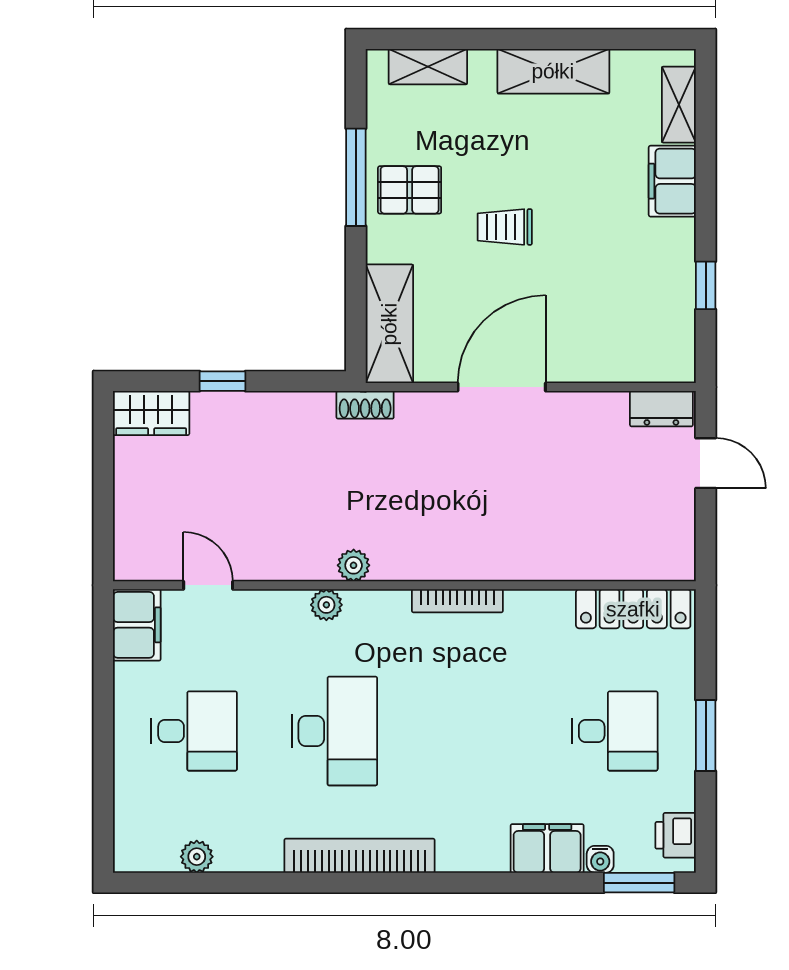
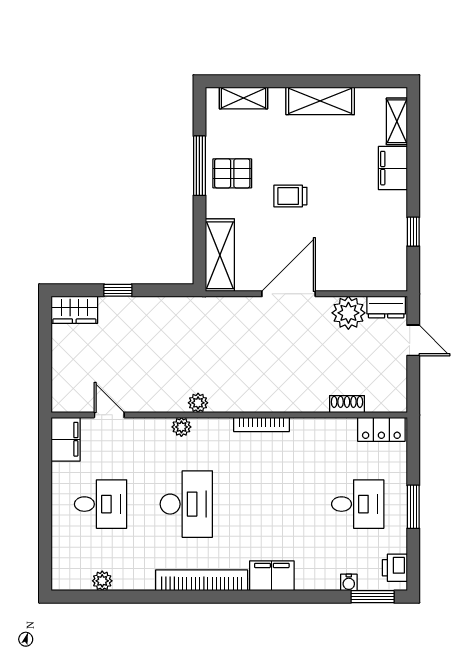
shoe rack: (365, 405) -> (347, 404), moved, turned 180
plant: (600, 418) -> (348, 313), added
locker: (633, 609) -> (381, 429), width x0.66
filing cabinet: (547, 848) -> (272, 576), moved

